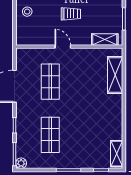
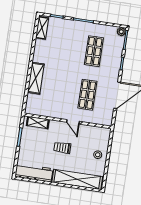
shelving: (115, 75) -> (36, 78), moved

